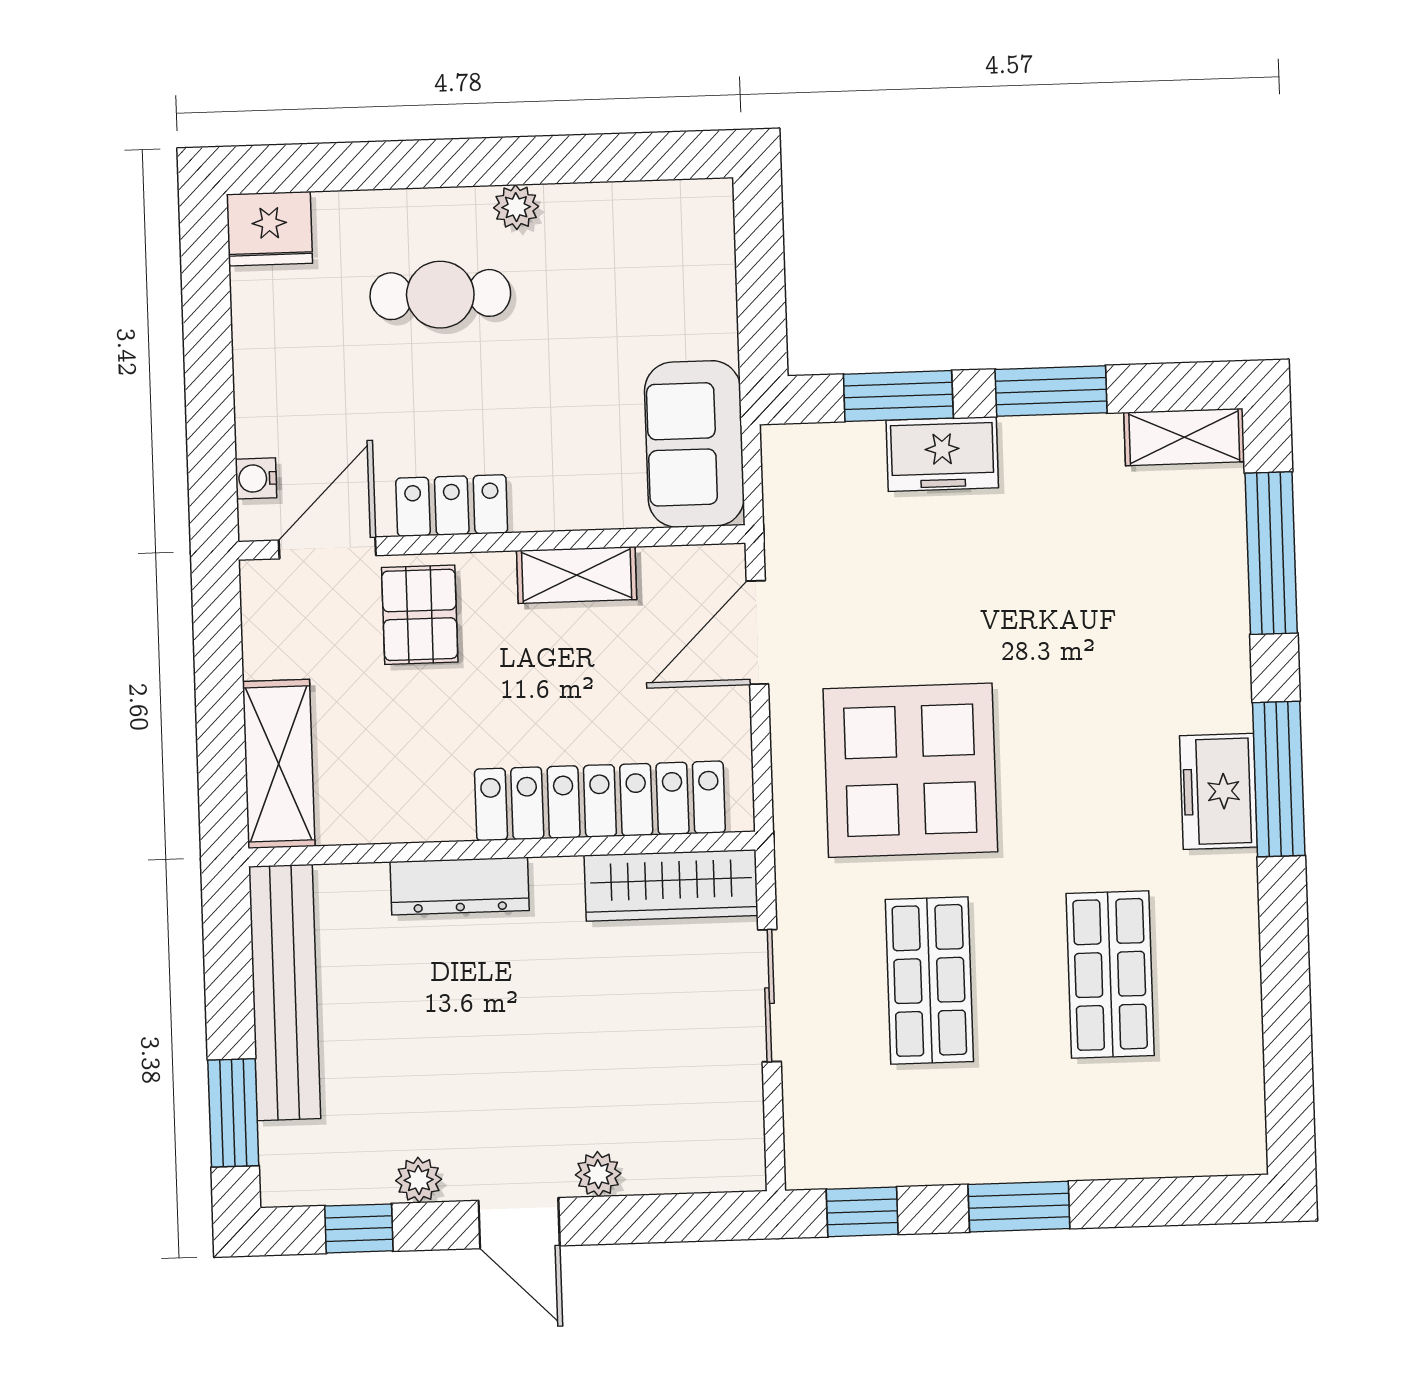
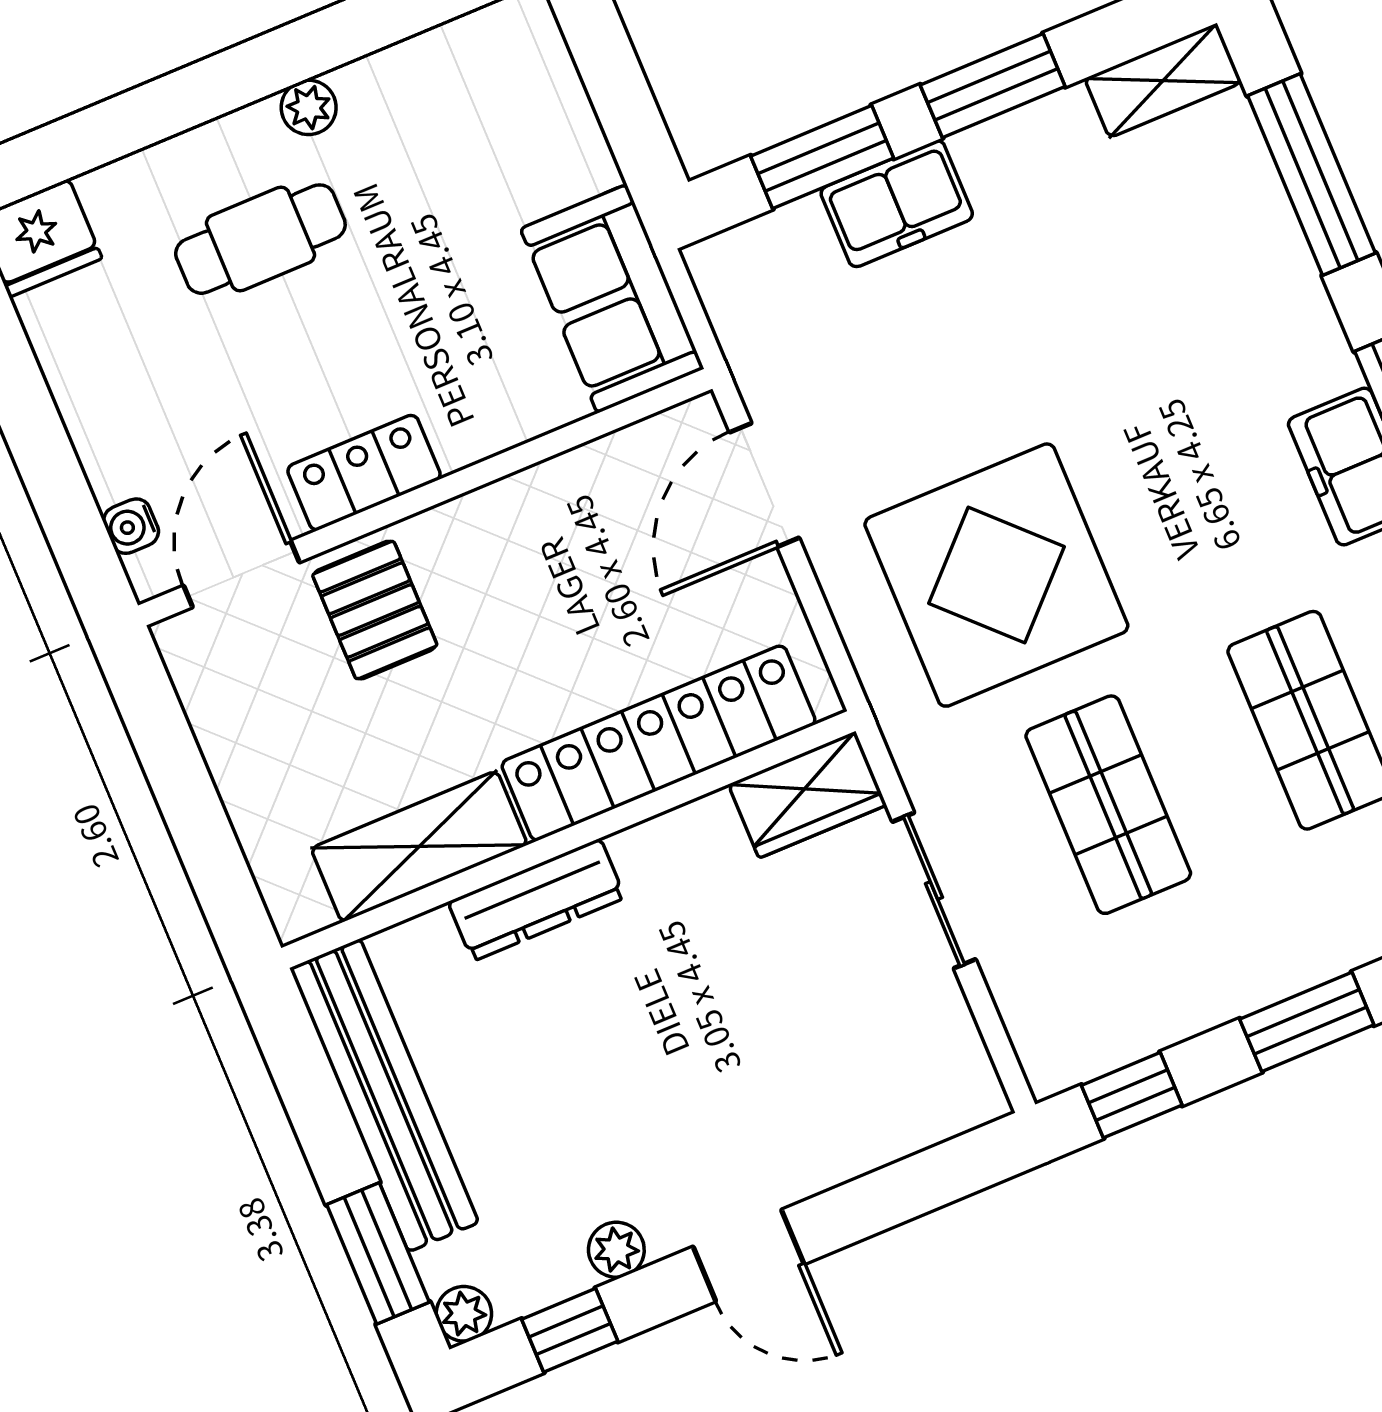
shelving: (577, 575) -> (535, 498), removed
shelving: (279, 764) -> (419, 846), moved, turned 90
wardrobe: (671, 885) -> (807, 795), width x0.67
plant: (598, 1174) -> (464, 1314), moved

